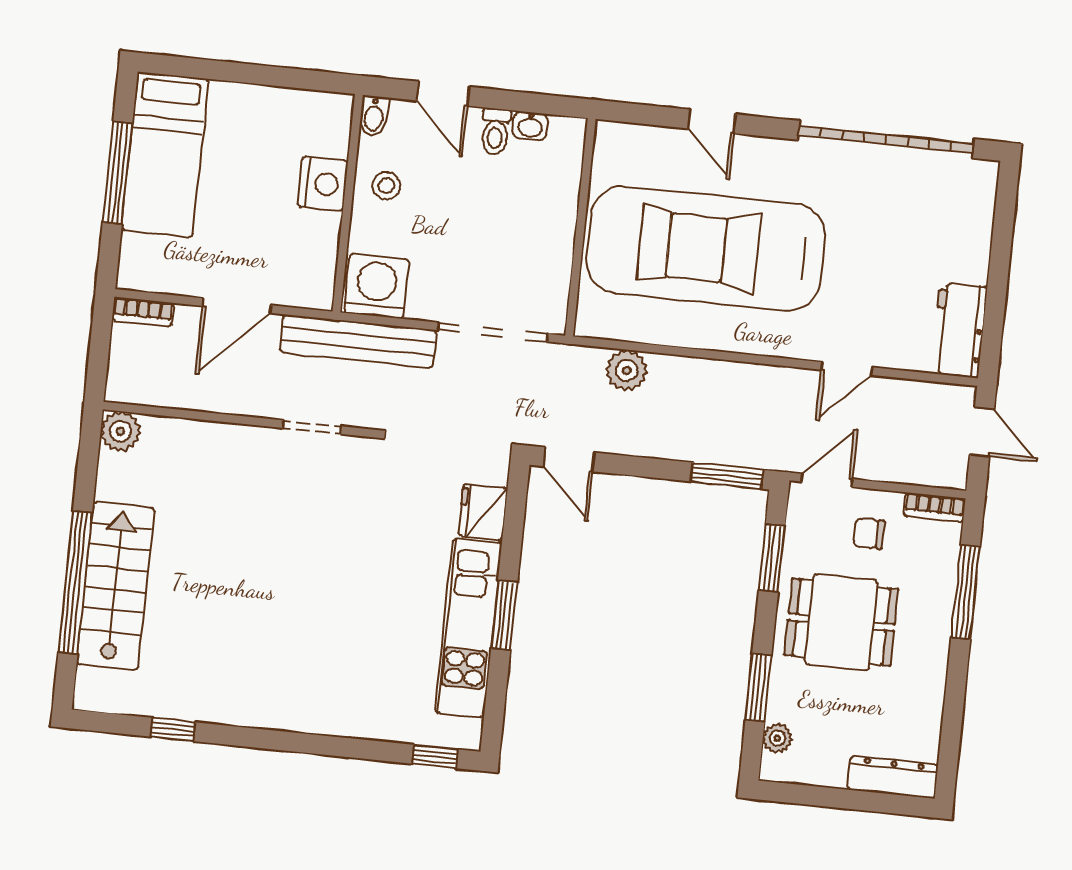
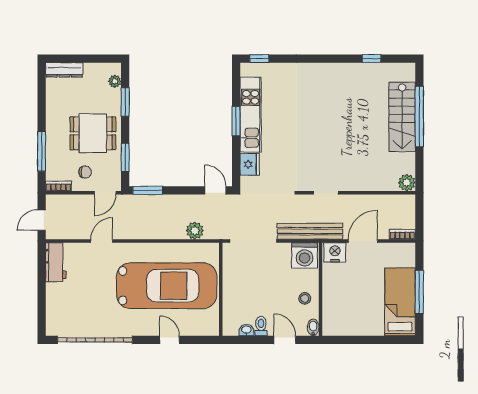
nightstand: (323, 184) -> (335, 252), moved, turned 90
door: (982, 432) -> (42, 220), hinge flipped

